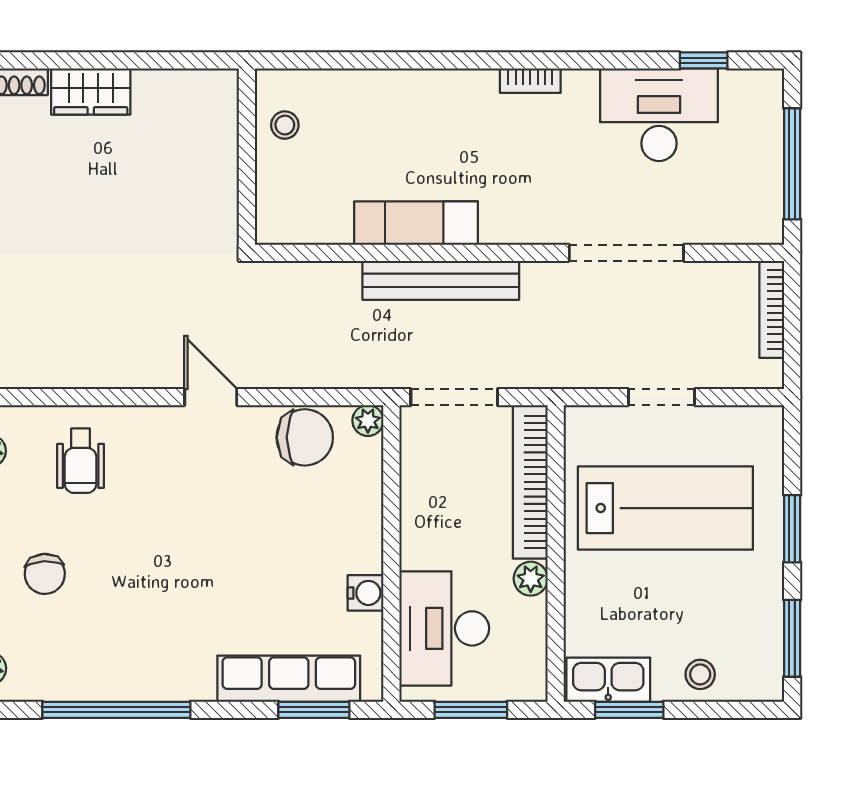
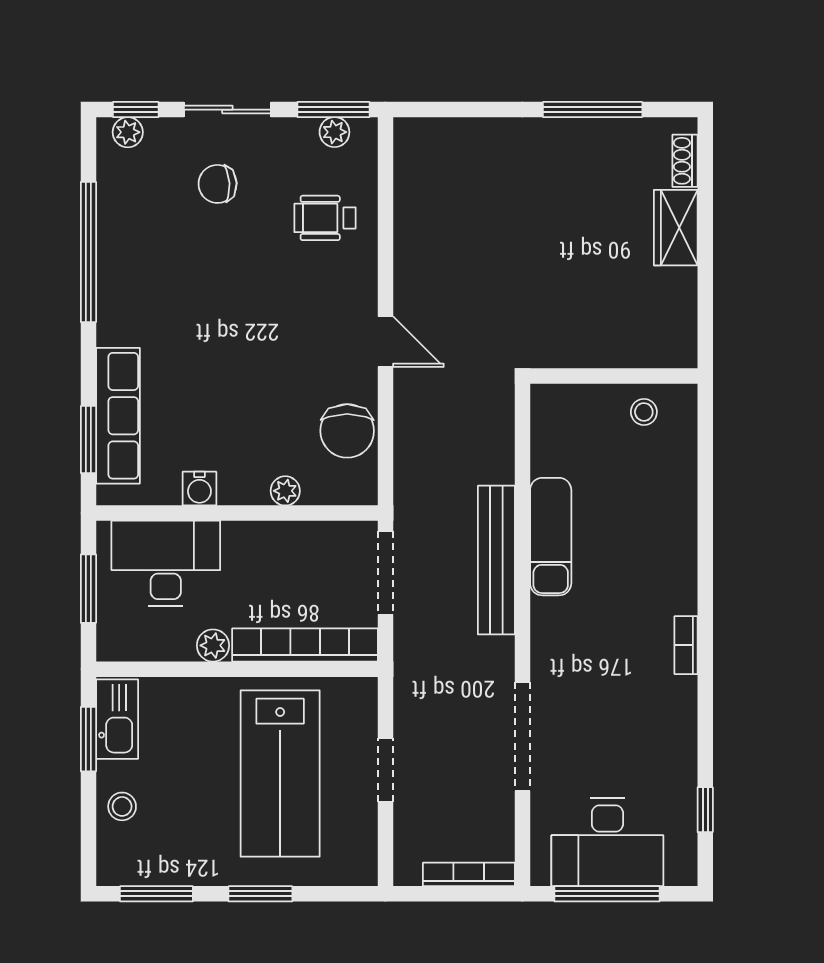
desk: (659, 115) -> (607, 842), moved, turned 90
door: (211, 397) -> (385, 342), hinge flipped
plant: (368, 421) -> (285, 491), moved

